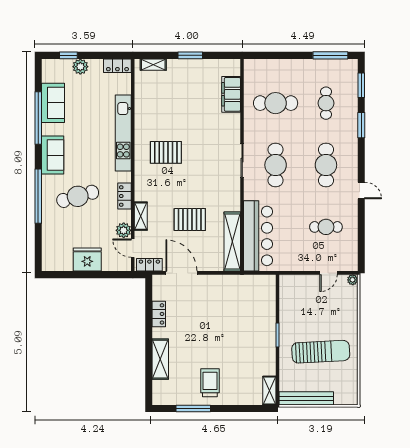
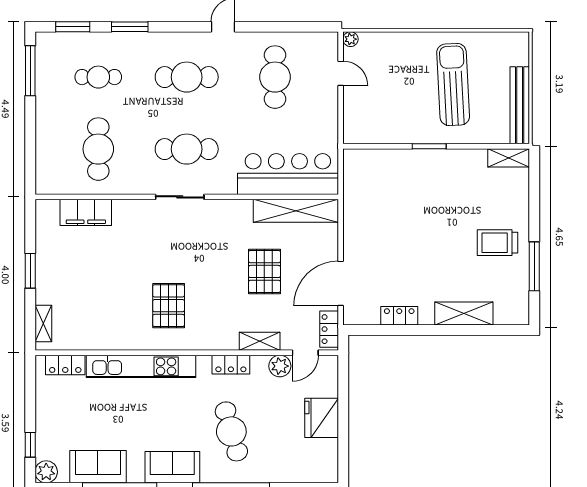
locker: (117, 66) -> (65, 365), moved, turned 90
plant: (80, 67) -> (46, 472), moved
cafe table: (326, 227) -> (275, 77), width x1.37, depth x1.35

